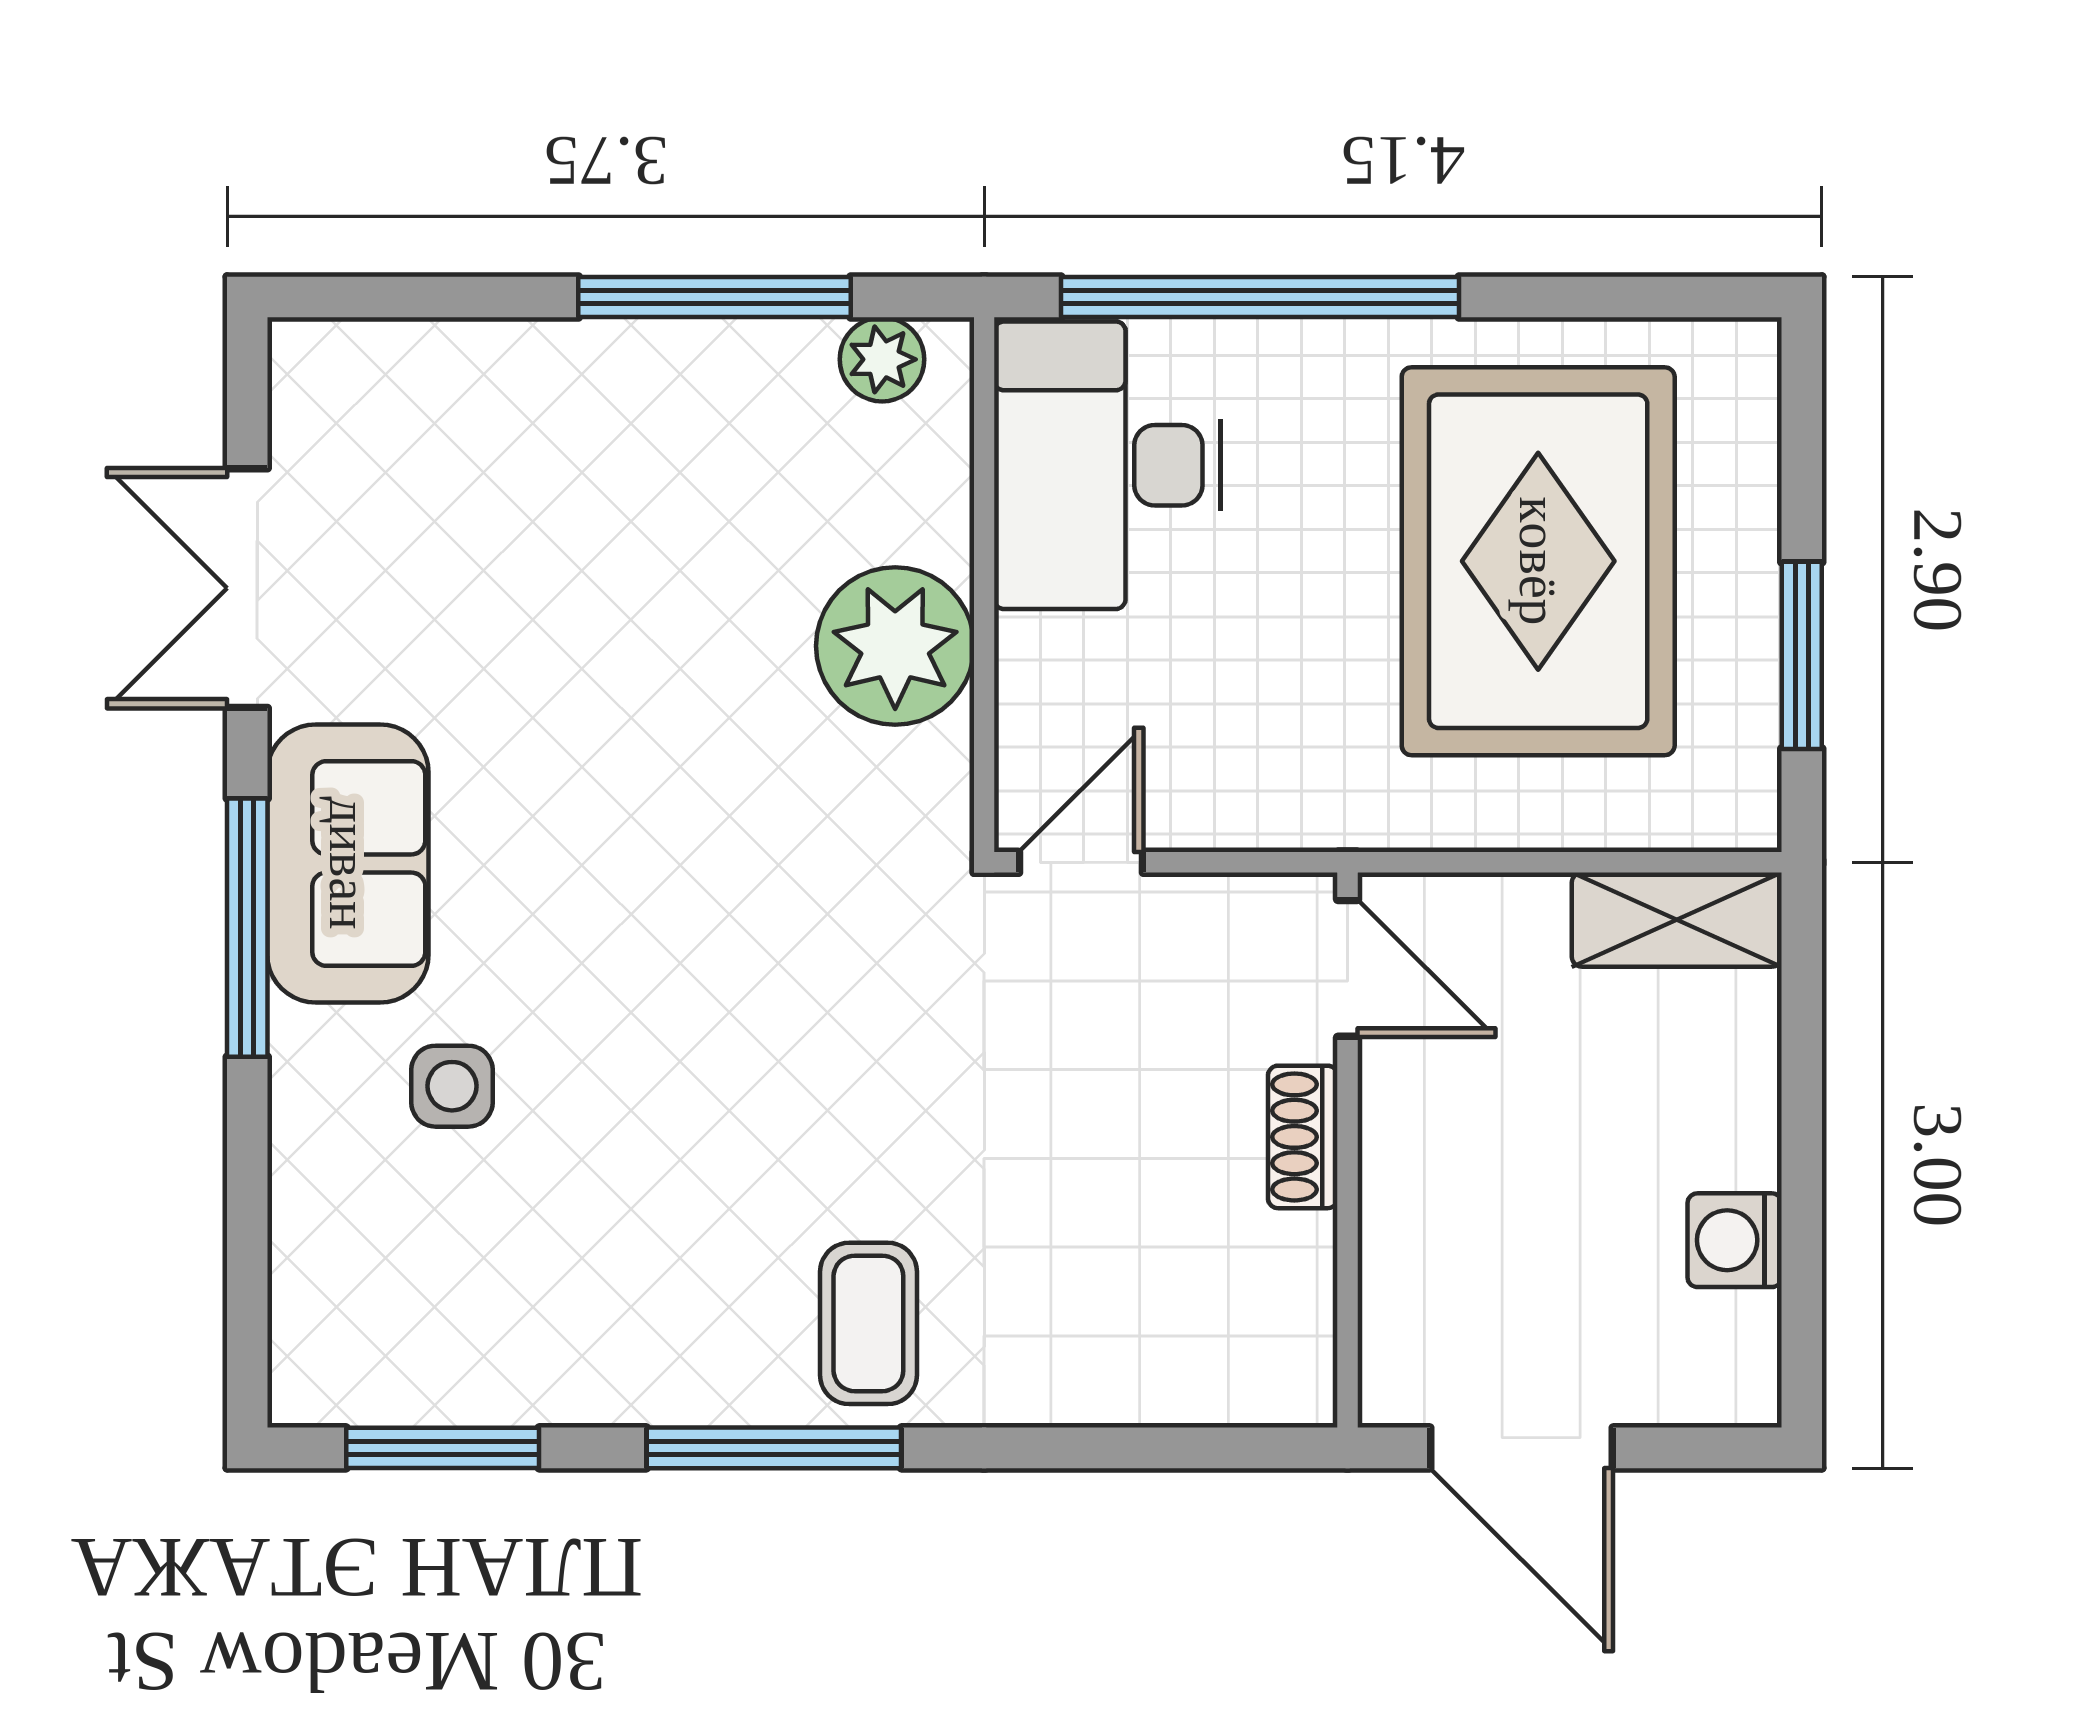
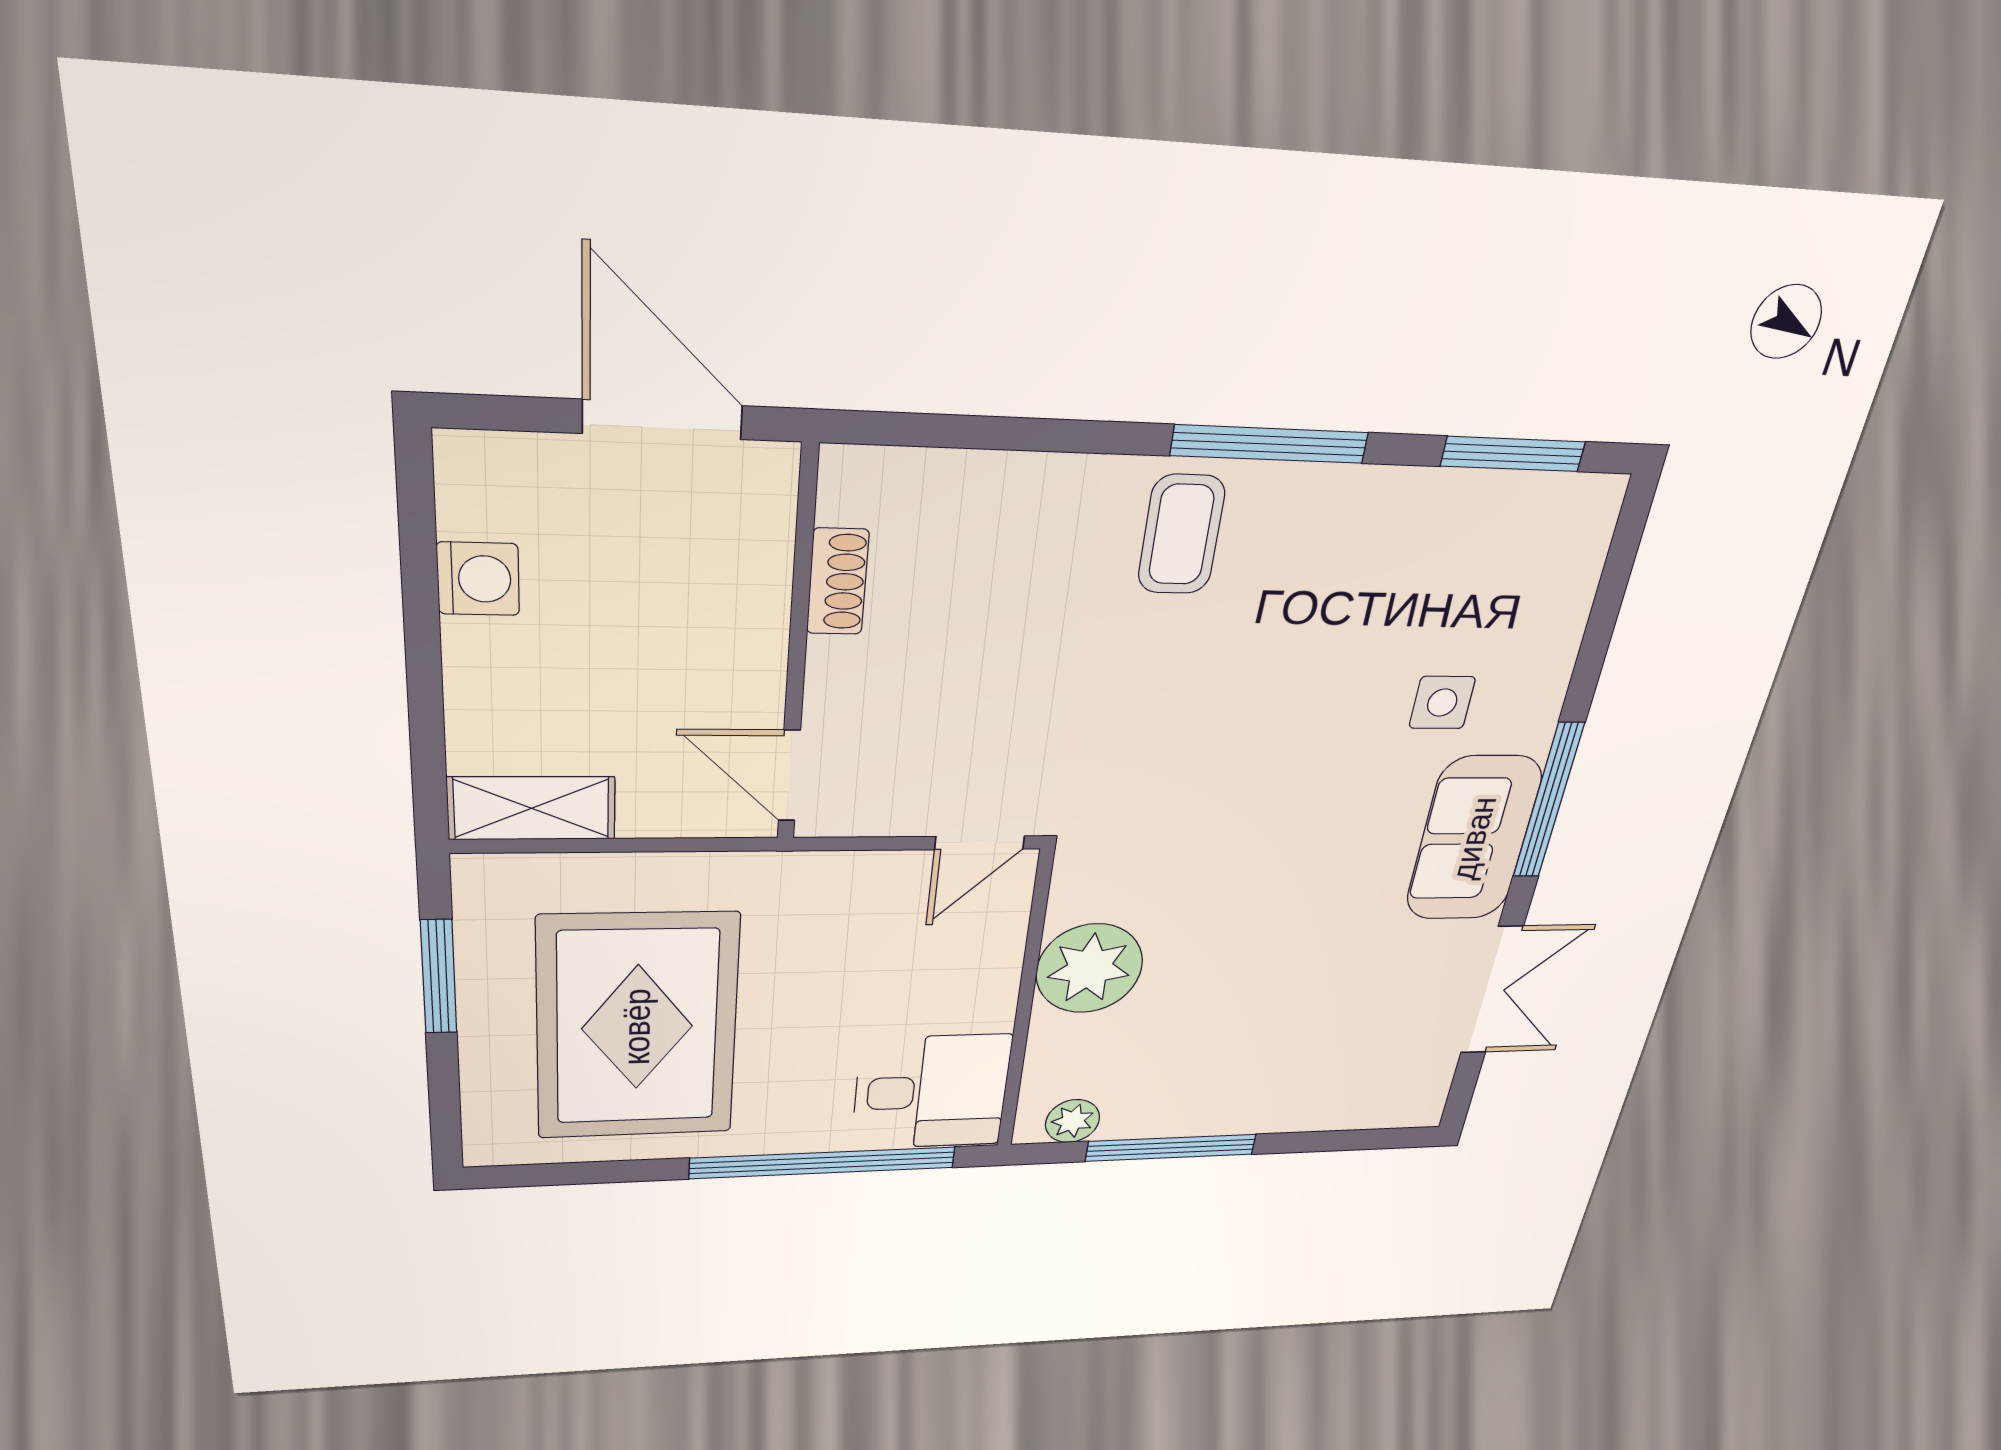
desk: (1107, 465) -> (931, 1092), width x0.73
shoe rack: (1303, 1137) -> (838, 582), moved

